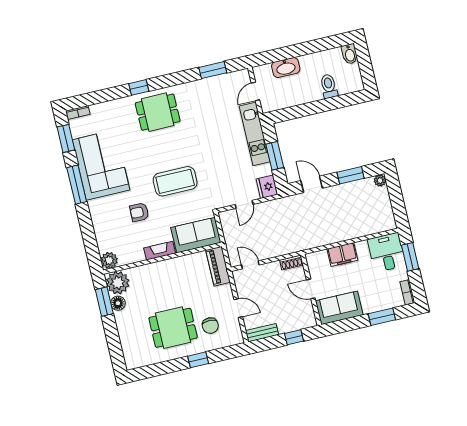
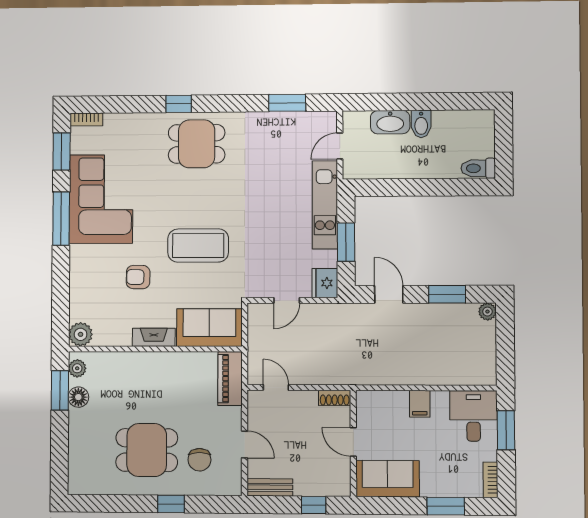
bidet: (350, 54) -> (421, 124), moved
toilet: (329, 86) -> (478, 168), moved, turned -90
filing cabinet: (342, 254) -> (420, 404), width x0.50
plant: (118, 283) -> (77, 368), width x0.53, depth x0.53

